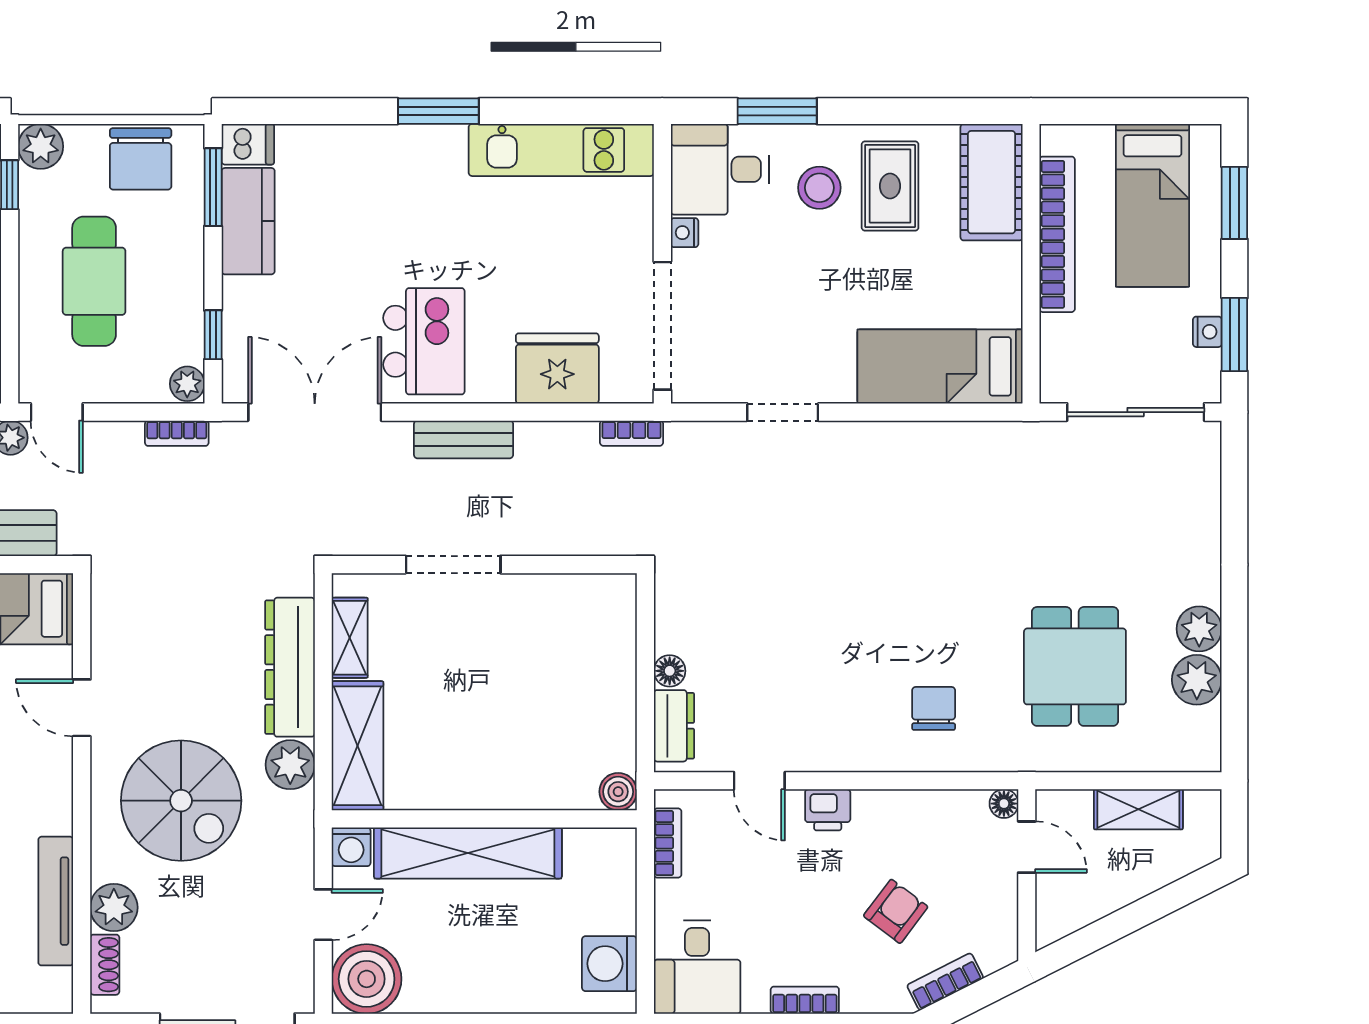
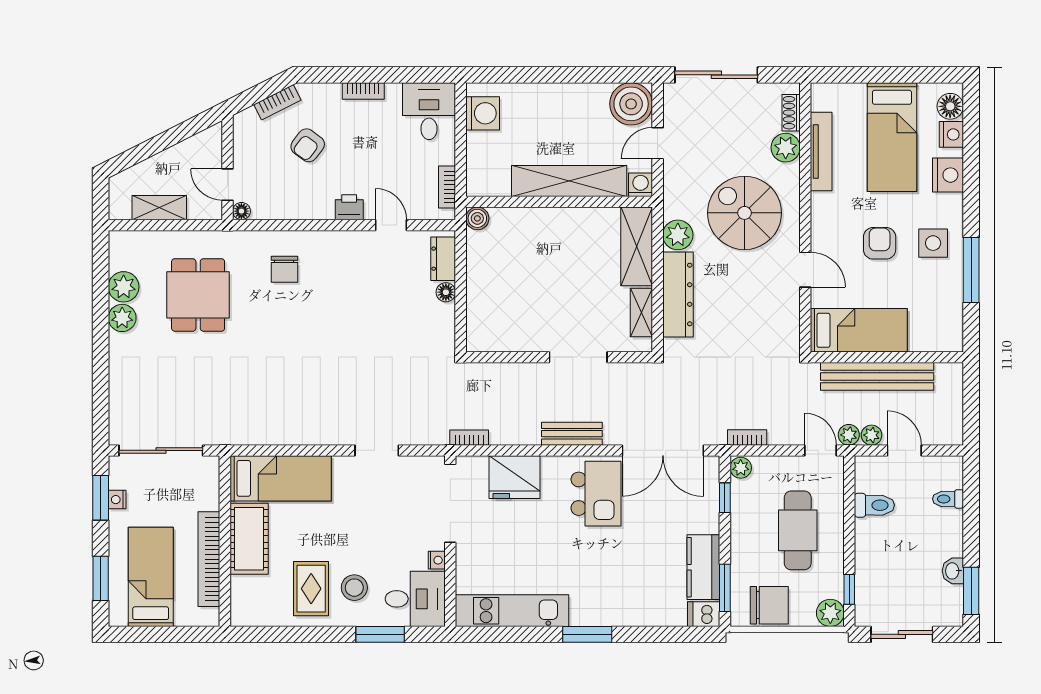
chair: (141, 159) -> (769, 605), turned 90
cot: (992, 182) -> (249, 539), moved
kitchen island: (424, 341) -> (596, 494), turned 180

